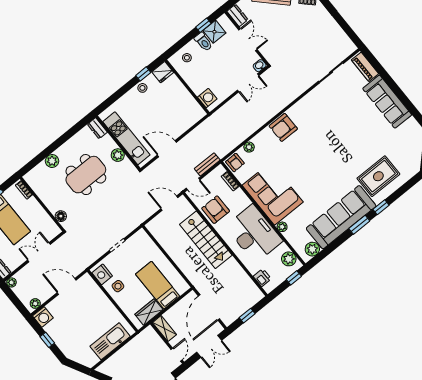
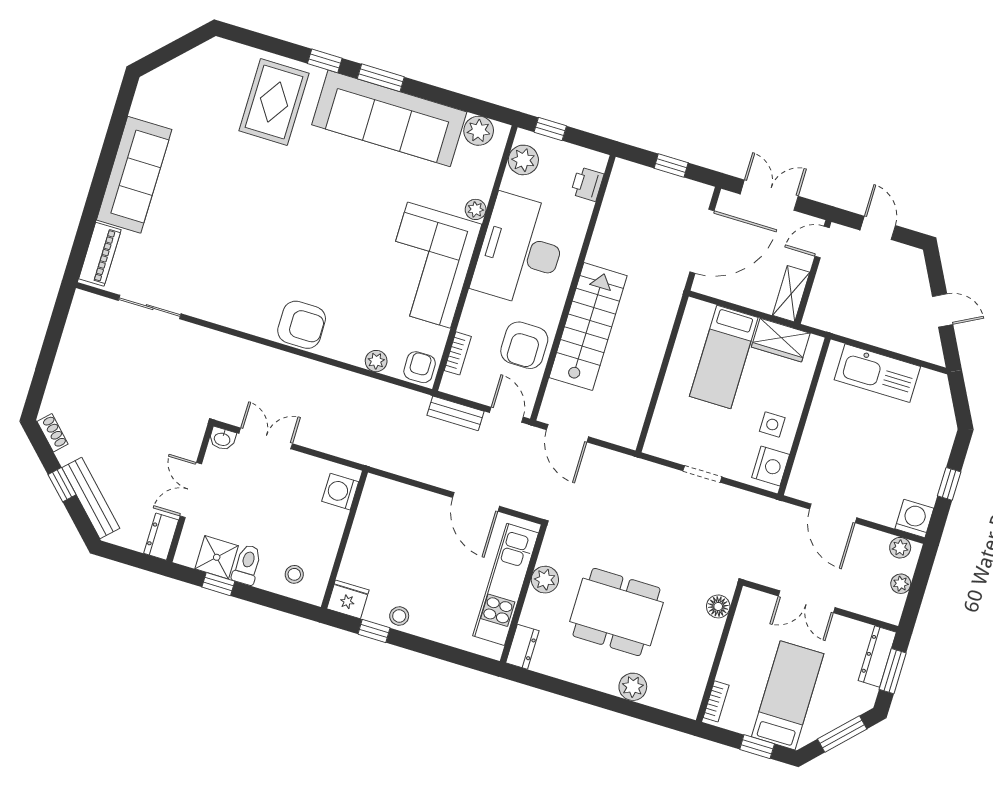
rug: (378, 176) -> (274, 102), turned 90
plant: (11, 282) -> (901, 584), moved

